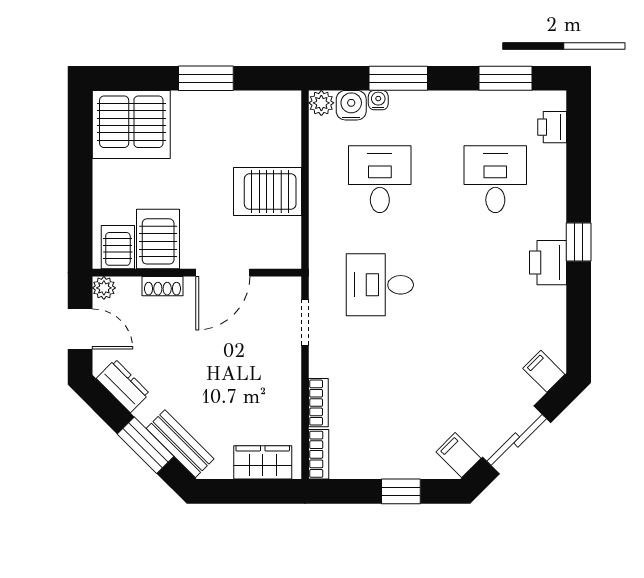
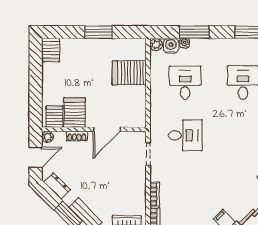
server rack: (131, 124) -> (51, 50), width x0.46, depth x0.70
server rack: (267, 191) -> (129, 73), moved
desk: (380, 285) -> (185, 135), turned 180
door: (80, 329) -> (36, 157), hinge flipped

